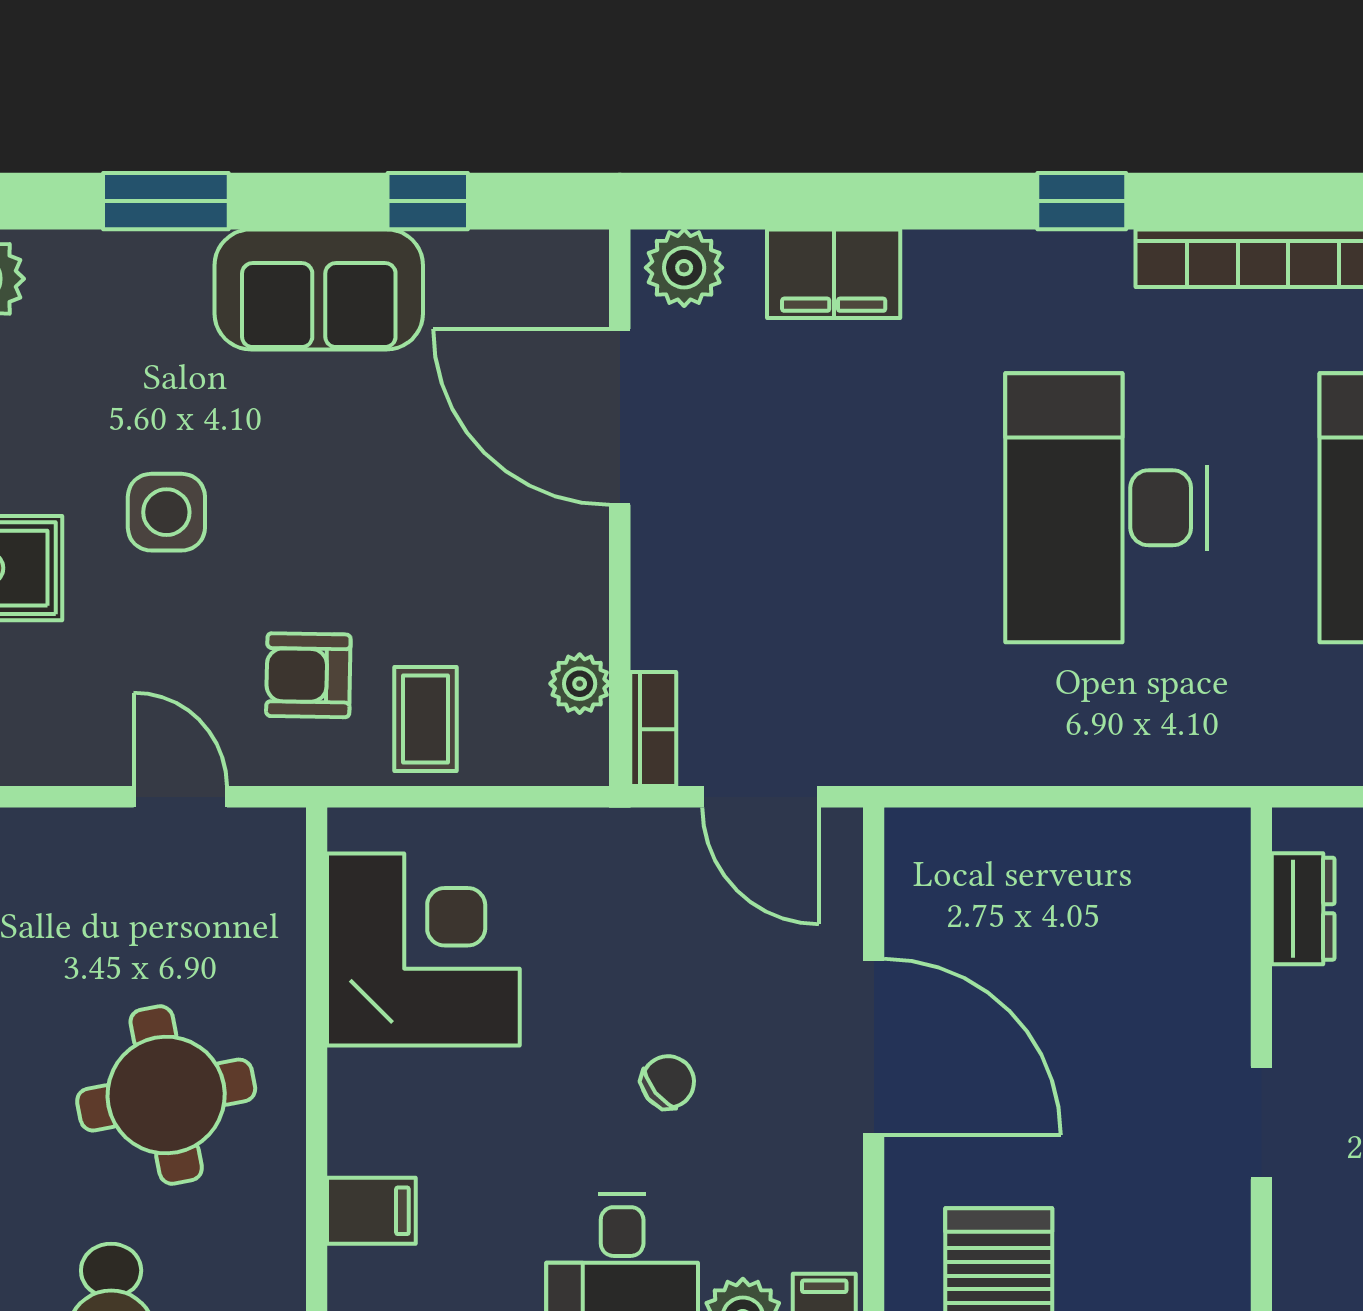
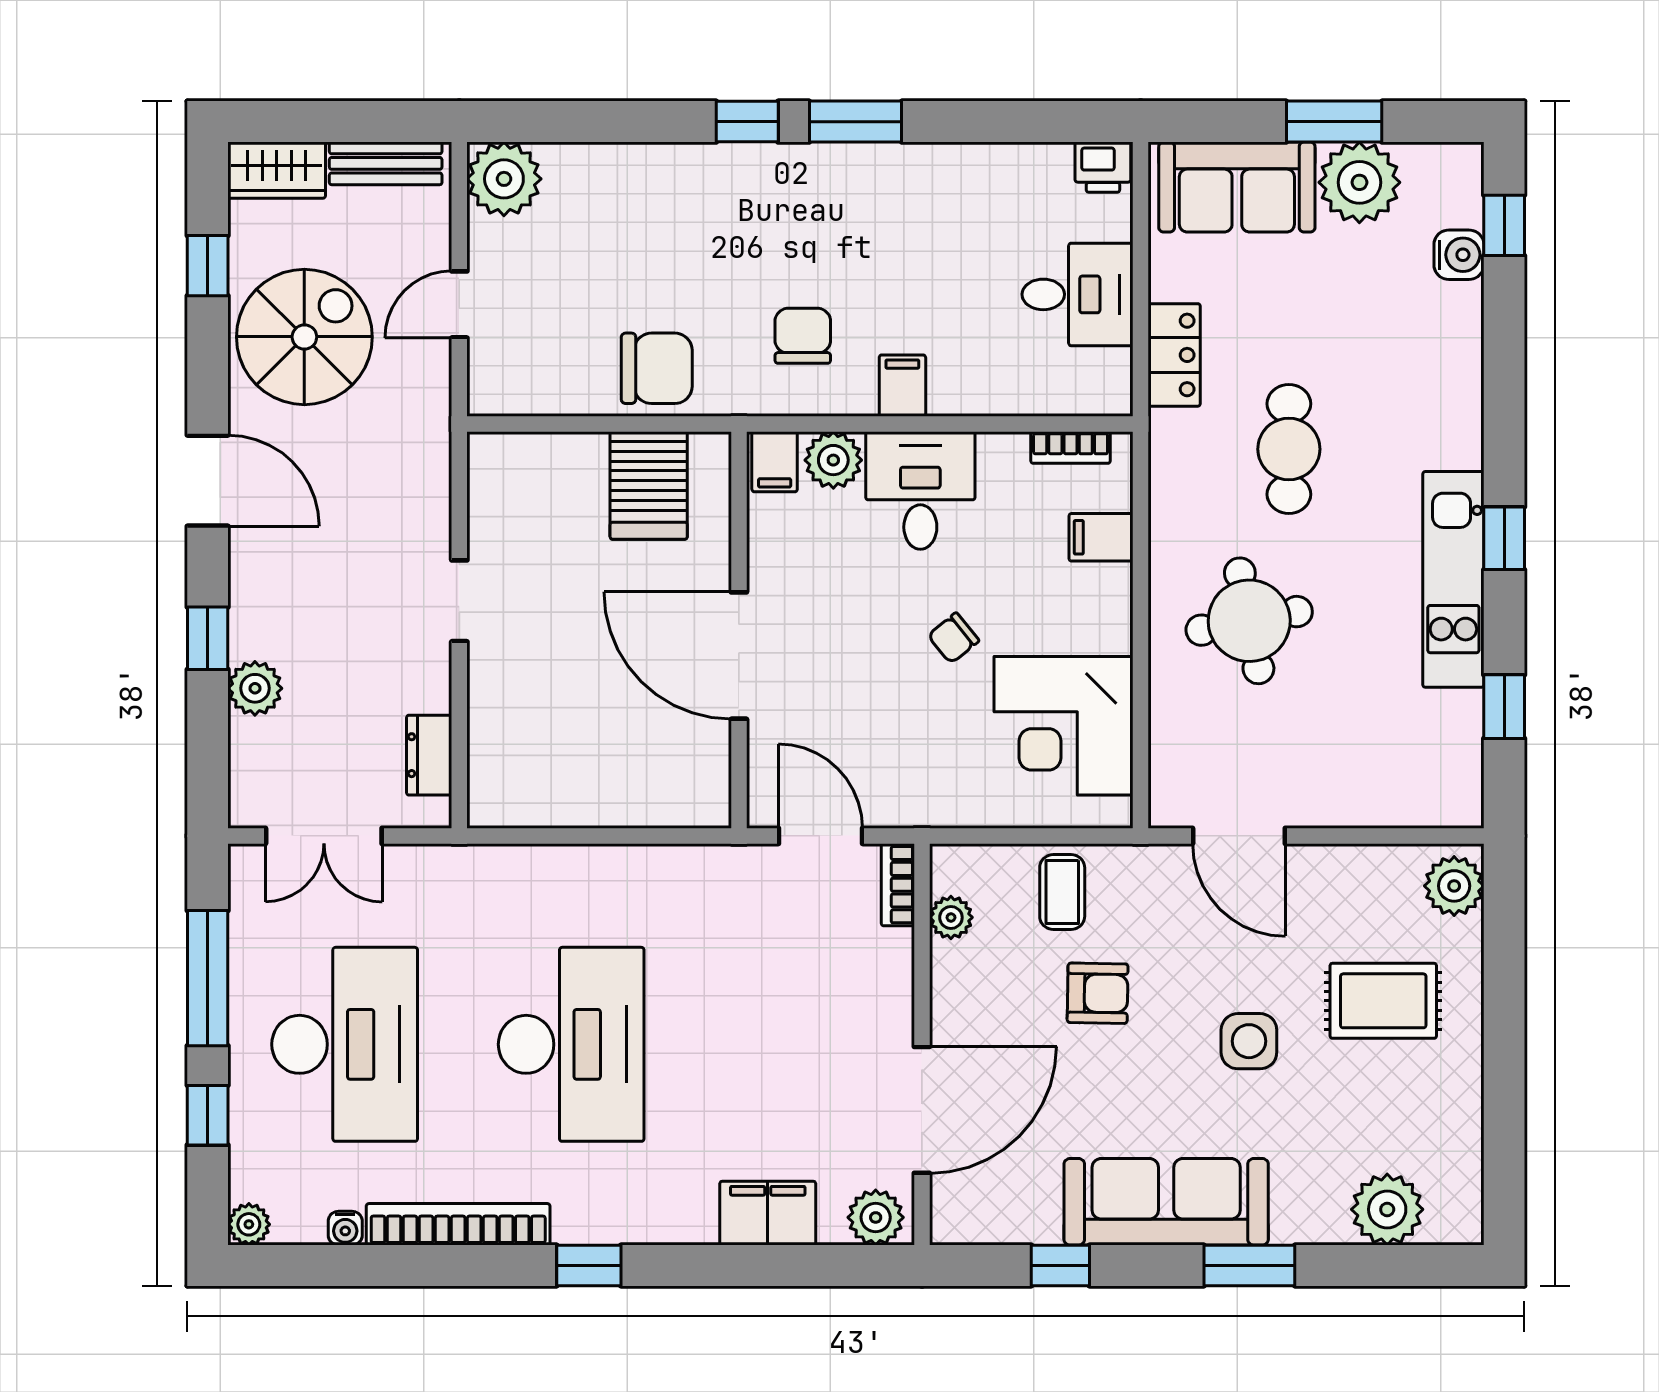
sofa: (319, 289) -> (1166, 1202), width x1.36
door: (620, 417) -> (922, 1110), hinge flipped
armchair: (308, 675) -> (1098, 993), moved
door: (180, 797) -> (1239, 836), width x1.38
chair: (668, 1082) -> (953, 638), moved

